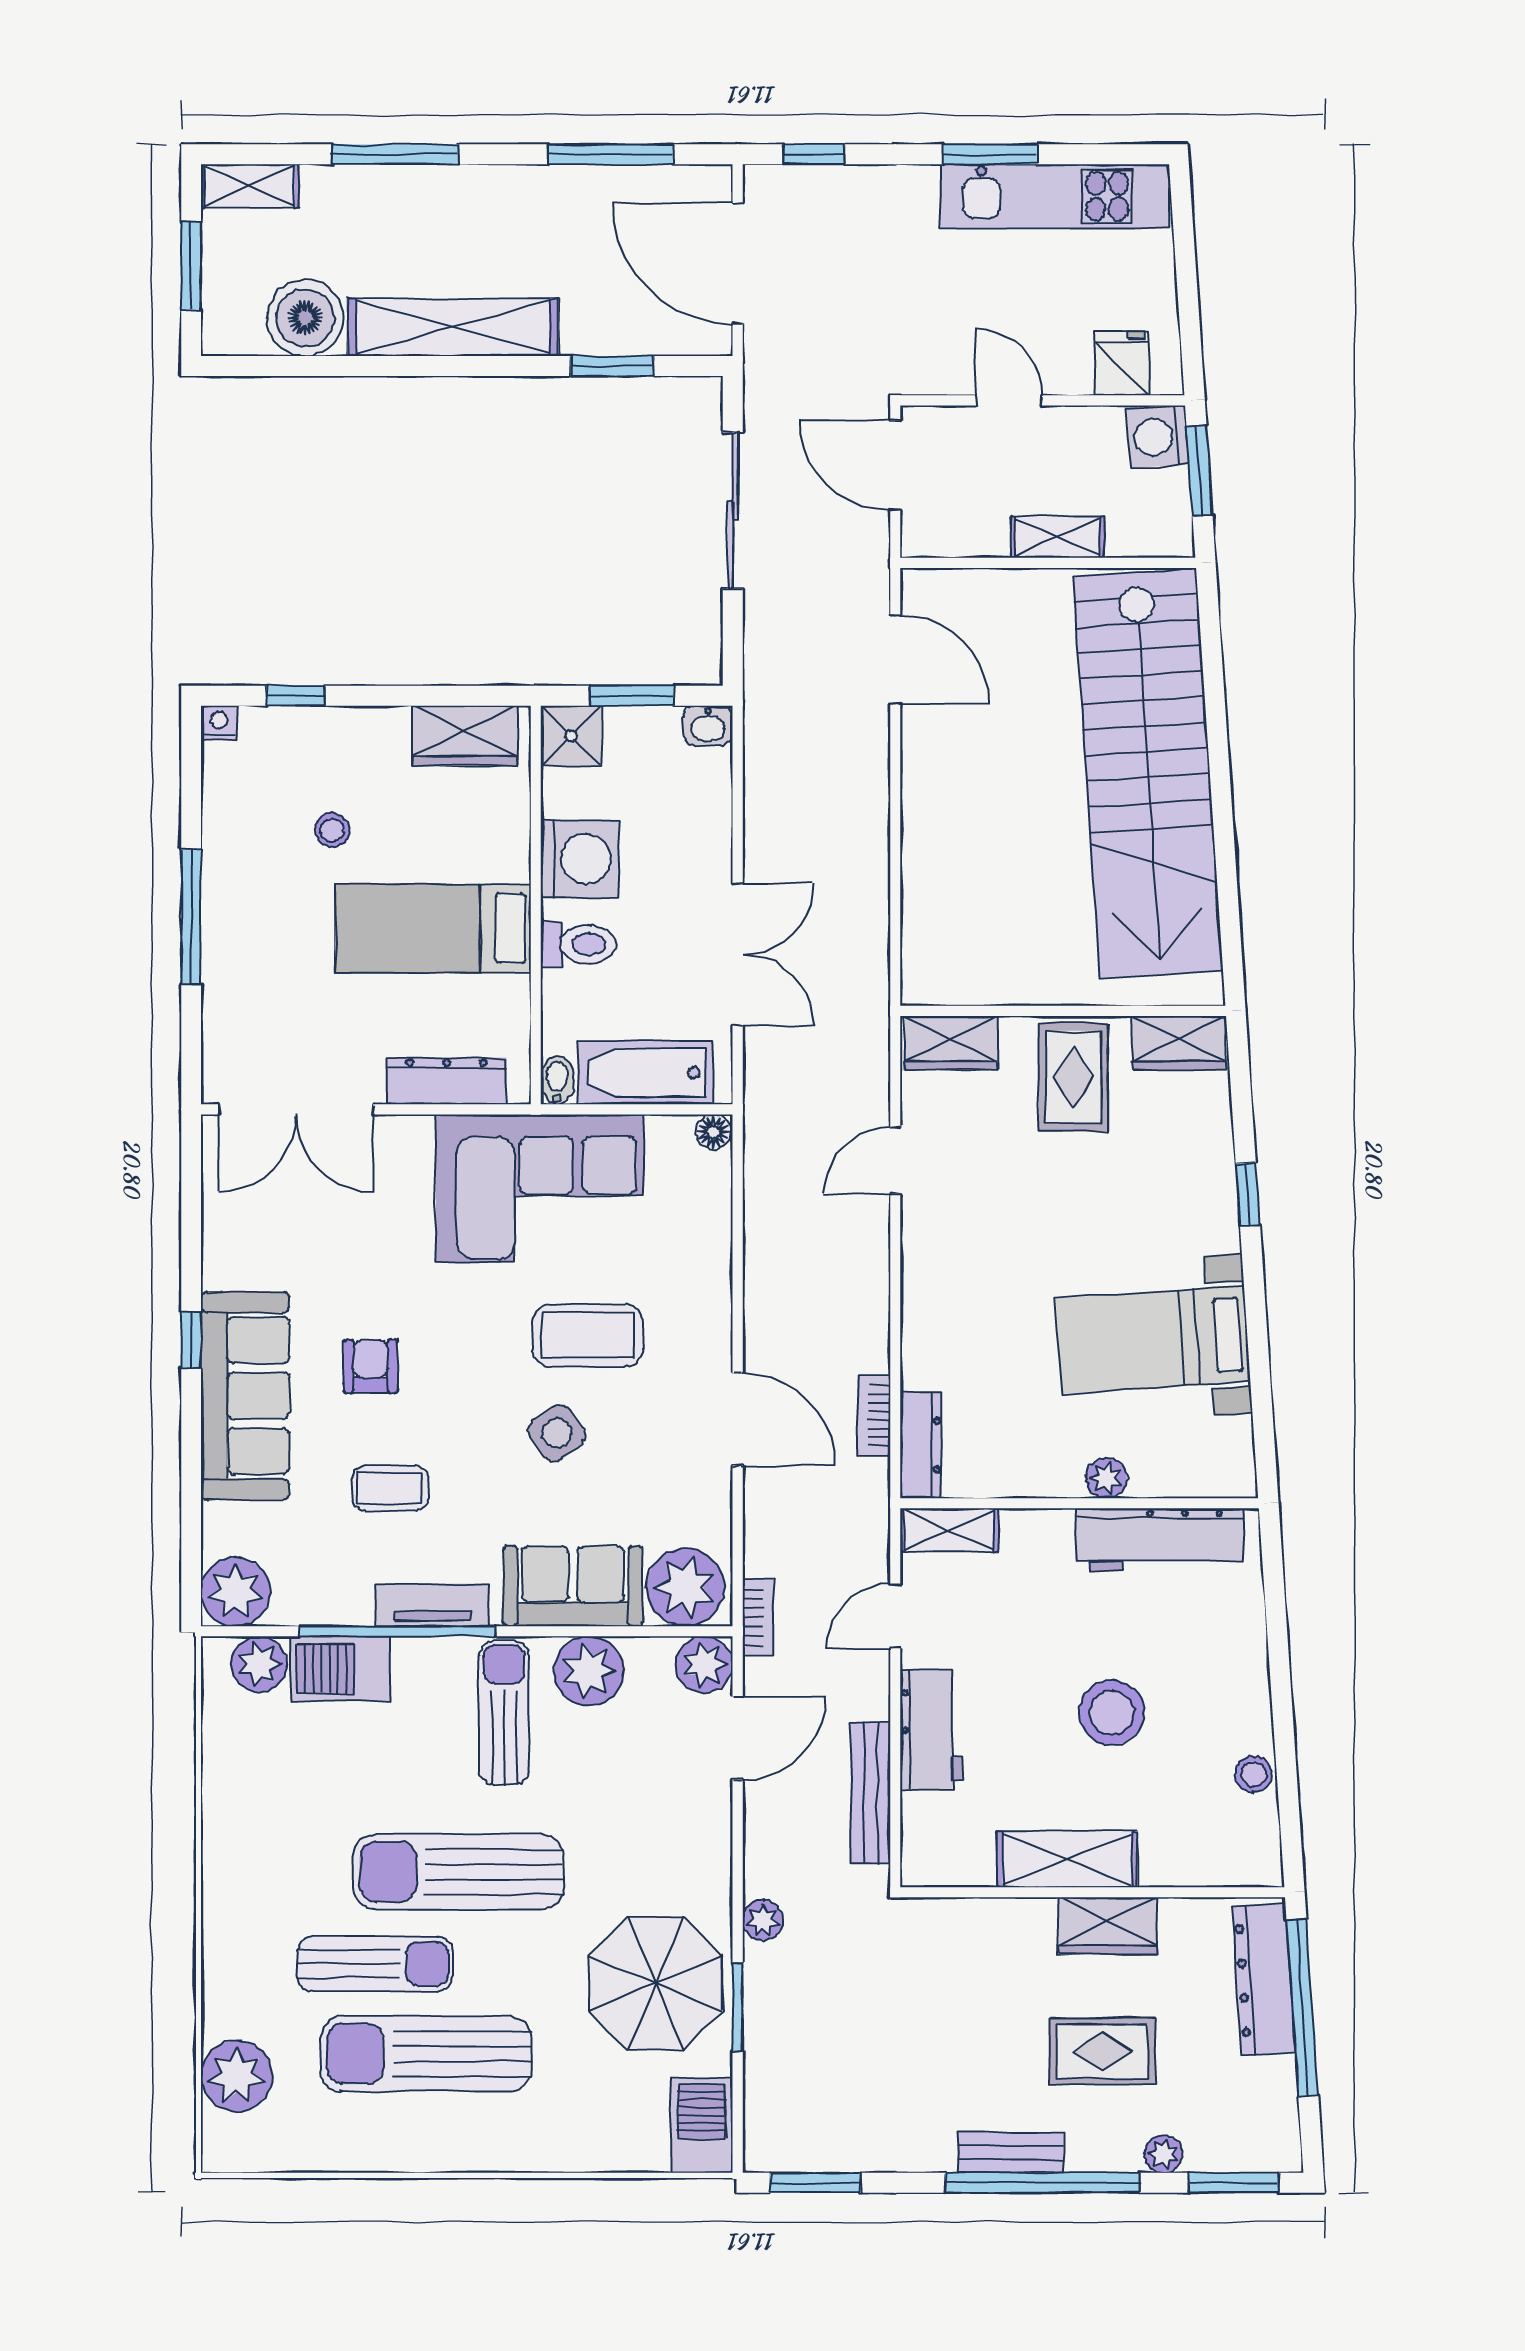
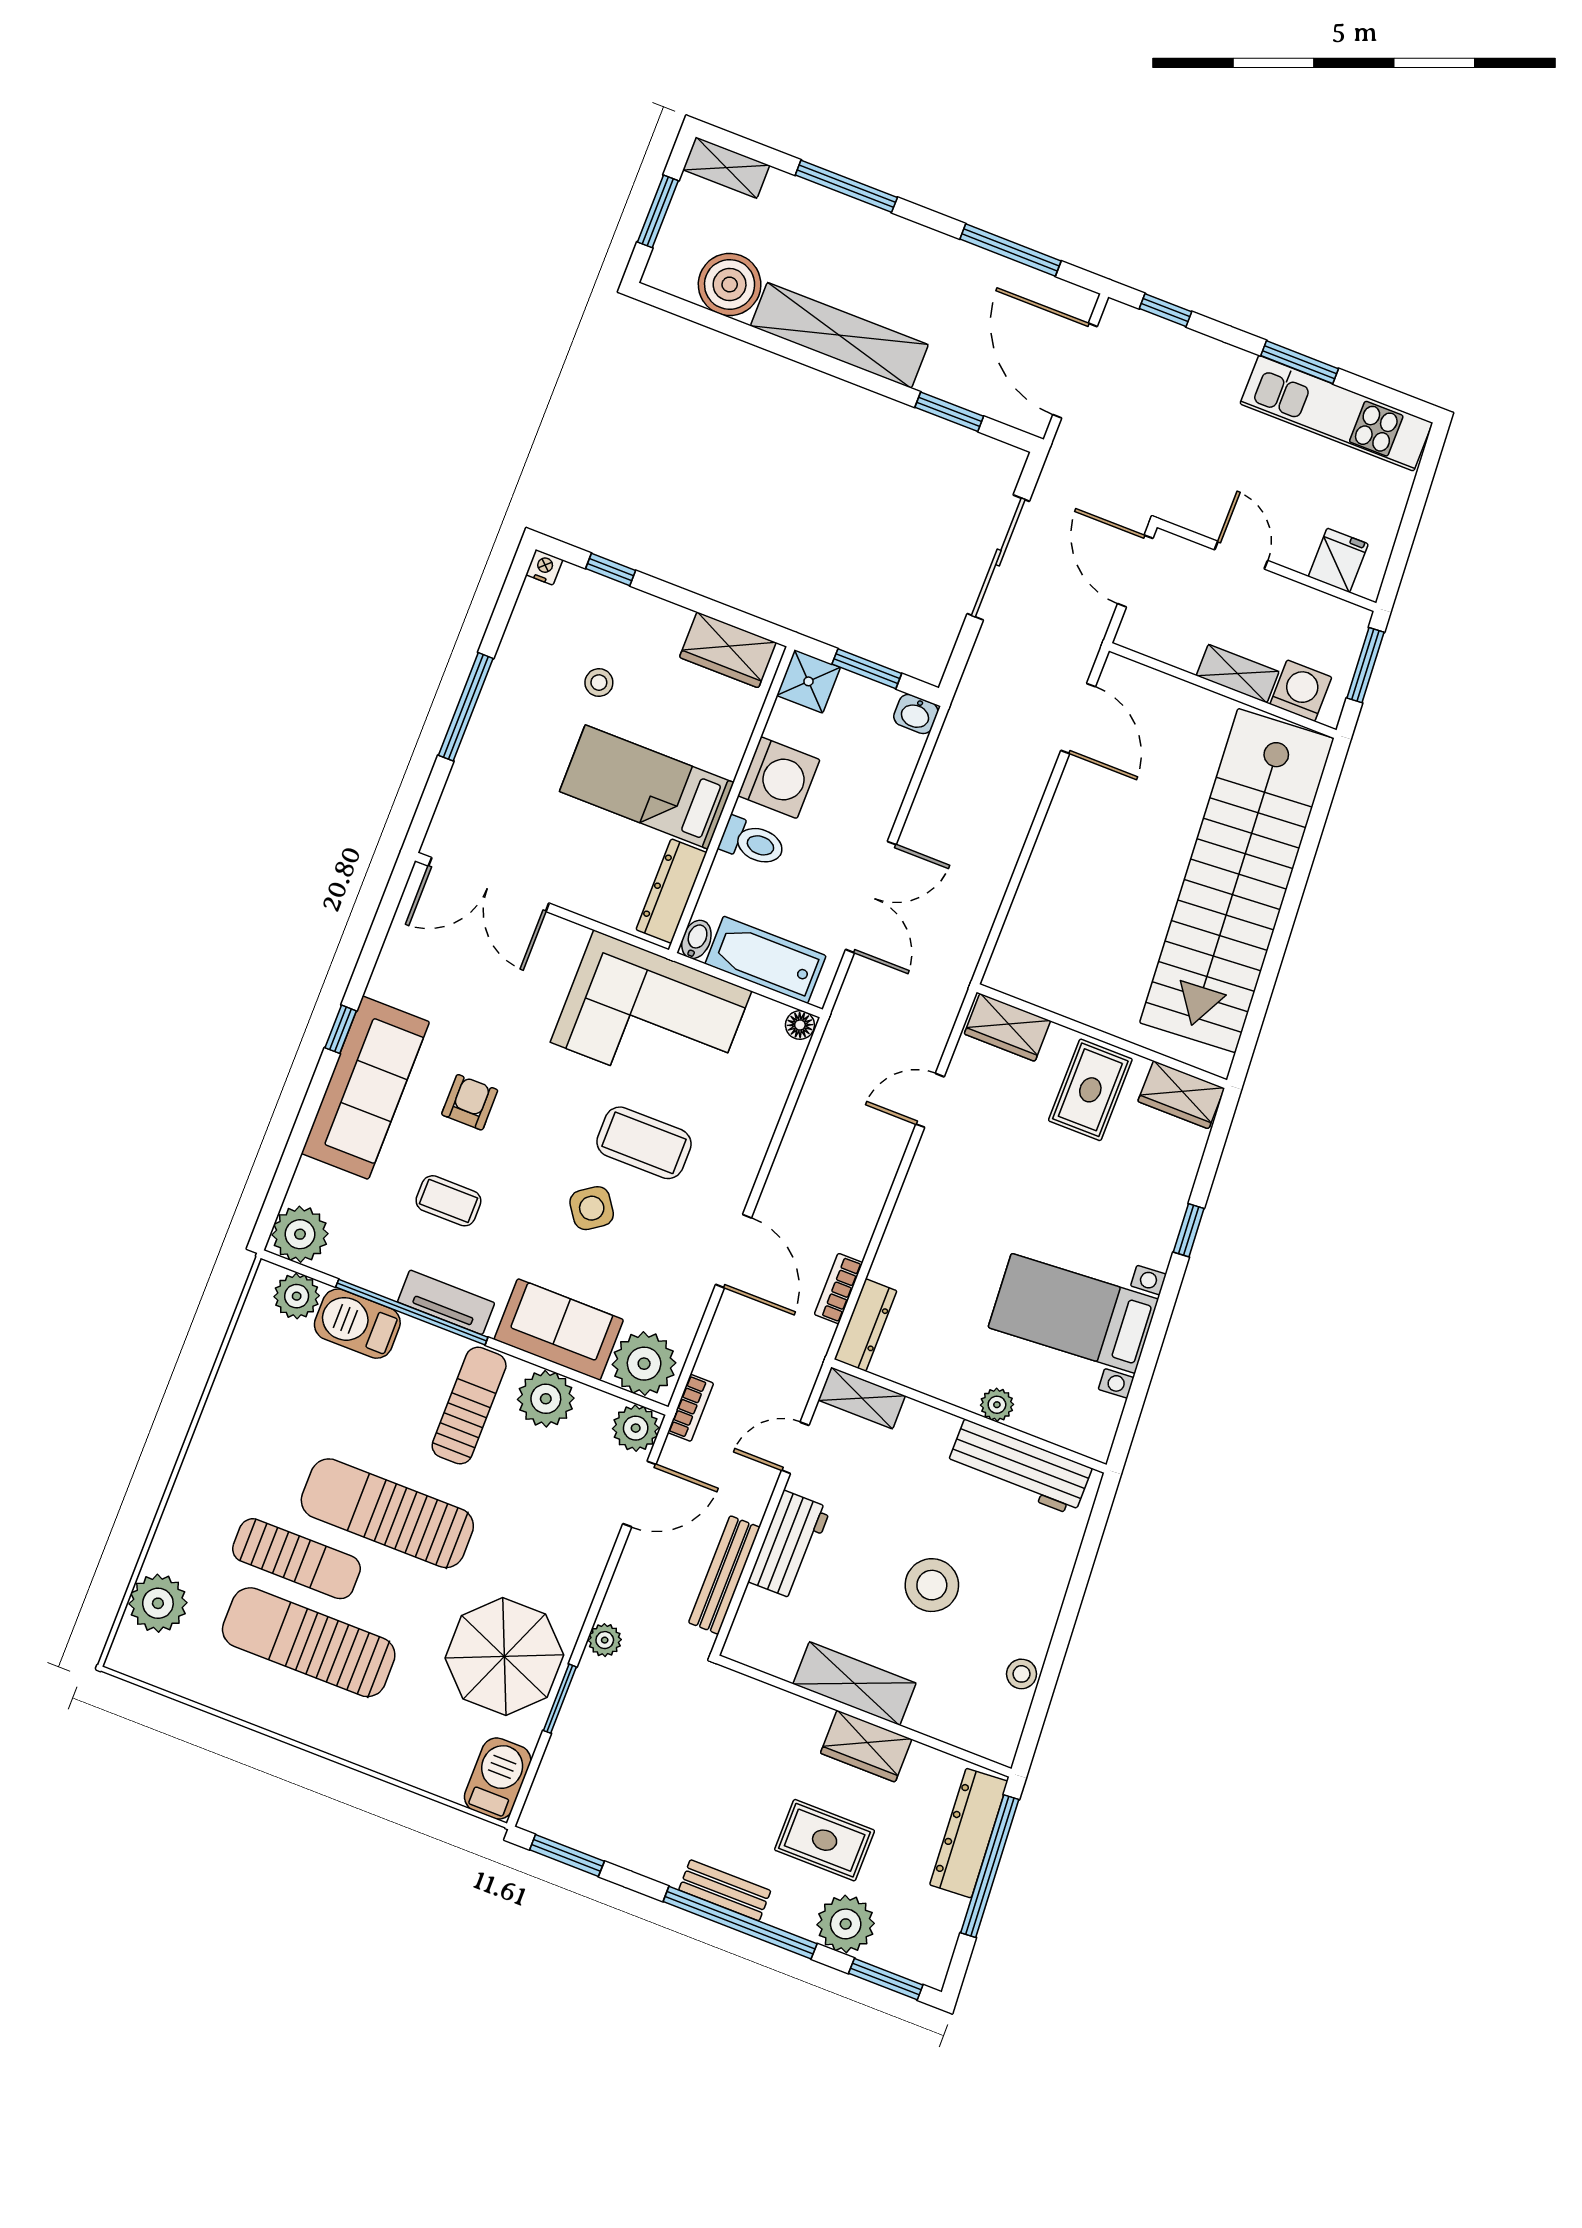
washing machine: (1158, 437) -> (1301, 691), moved, turned 94
dresser: (447, 1081) -> (671, 891), moved, turned -90
plant: (1163, 2154) -> (846, 1924), width x1.87, depth x1.87

